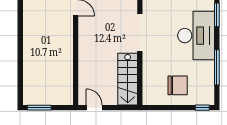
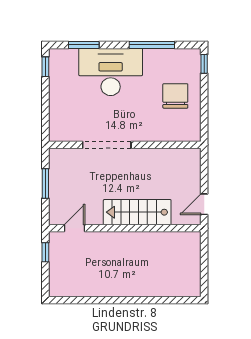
stairs: (128, 79) -> (137, 212), moved, turned 180
window: (39, 108) -> (204, 275), removed

